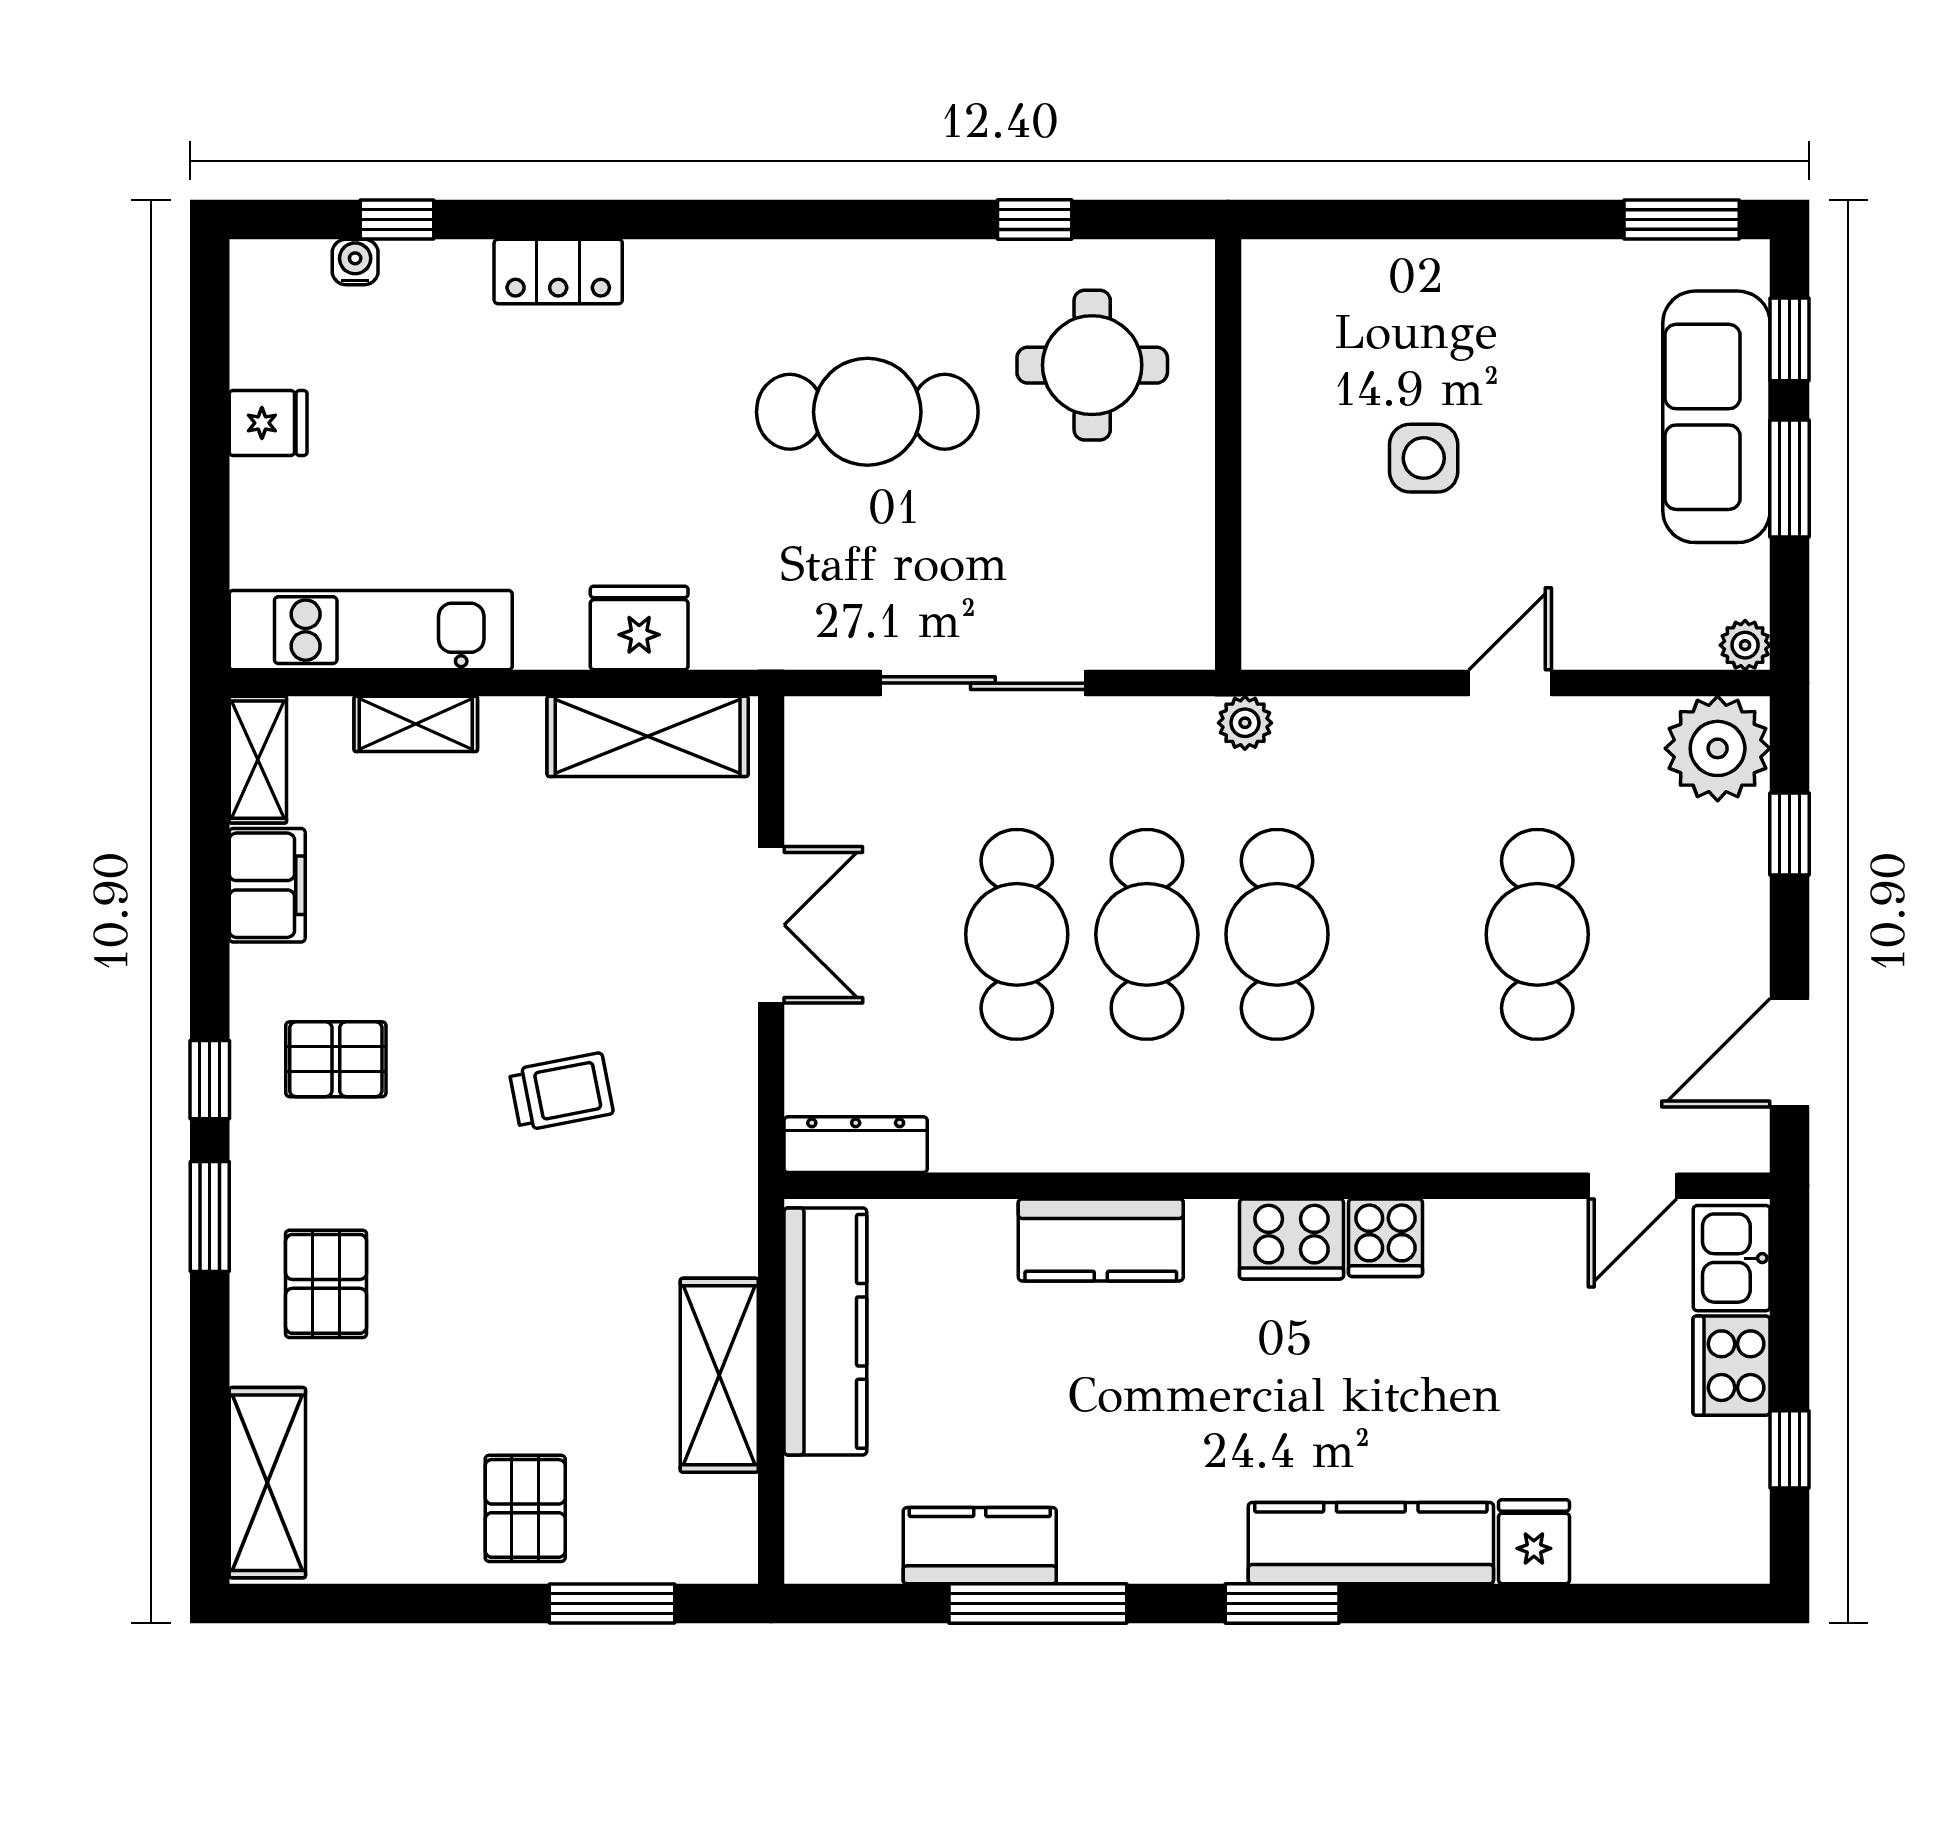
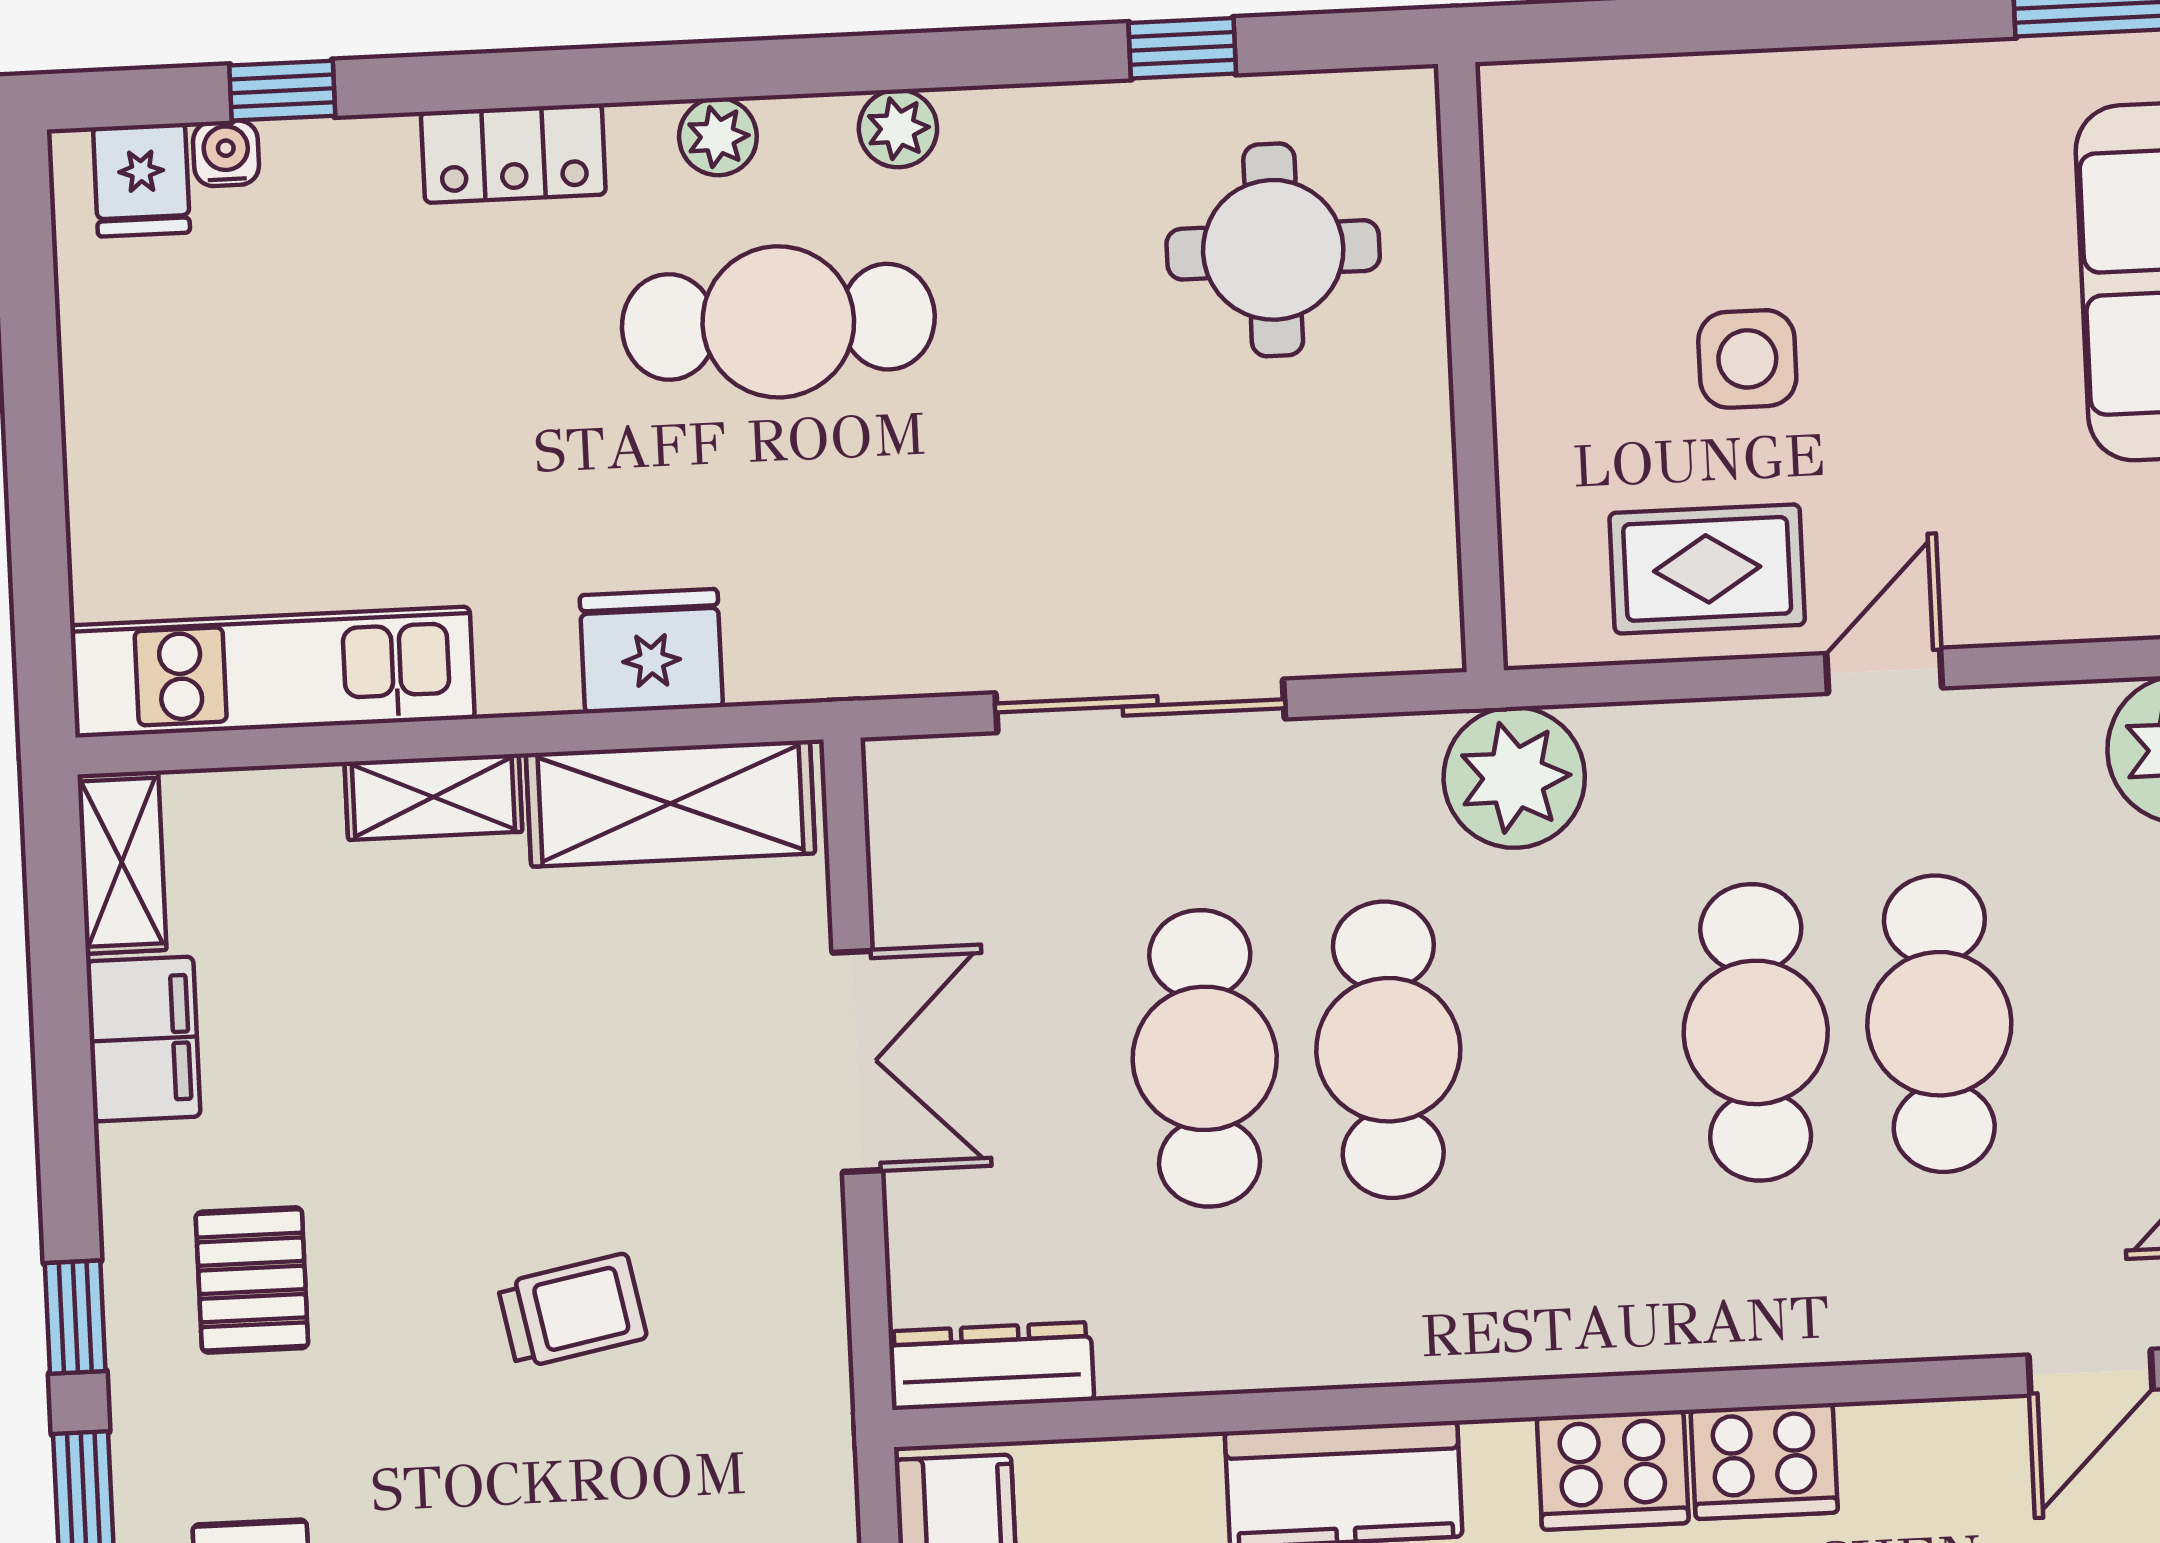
plant: (703, 267) -> (718, 137), added
plant: (831, 267) -> (898, 128), added
cafe table: (867, 412) -> (778, 322), moved
fridge: (268, 423) -> (141, 180), moved, turned 90
rug: (1388, 605) -> (1707, 569), added
plant: (1245, 723) -> (1514, 777), width x1.88, depth x1.88
shelving: (416, 724) -> (433, 797), moved
cafe table: (1277, 934) -> (1756, 1032), moved
pallet: (336, 1059) -> (252, 1280), turned 90
cooker: (1385, 1238) -> (1764, 1461), width x1.36

